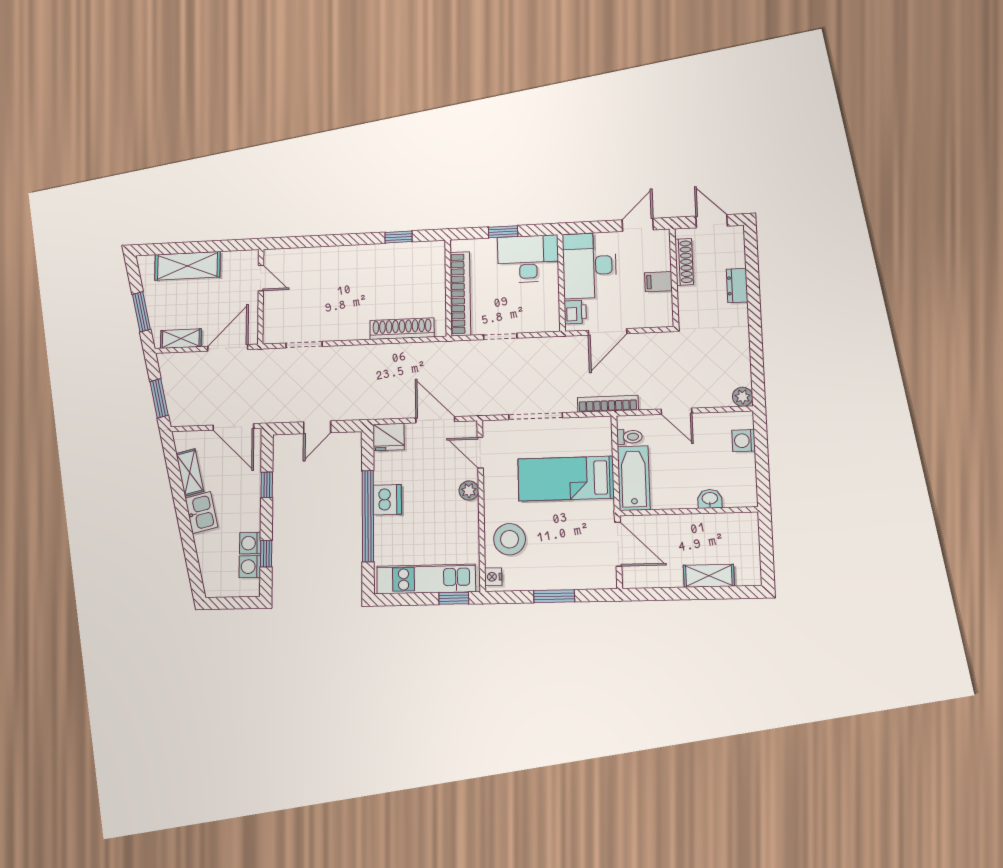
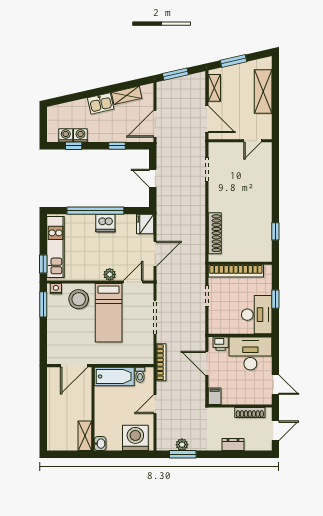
filing cabinet: (658, 282) -> (215, 396), moved
window: (757, 364) -> (183, 454), added
plant: (743, 397) -> (182, 445), moved
washing machine: (744, 441) -> (135, 438), width x1.89, depth x1.89
bed: (566, 479) -> (109, 313), moved, turned 180
washbasin: (710, 499) -> (100, 444), moved
shelving: (709, 576) -> (85, 436), moved
window: (554, 596) -> (43, 304), moved

